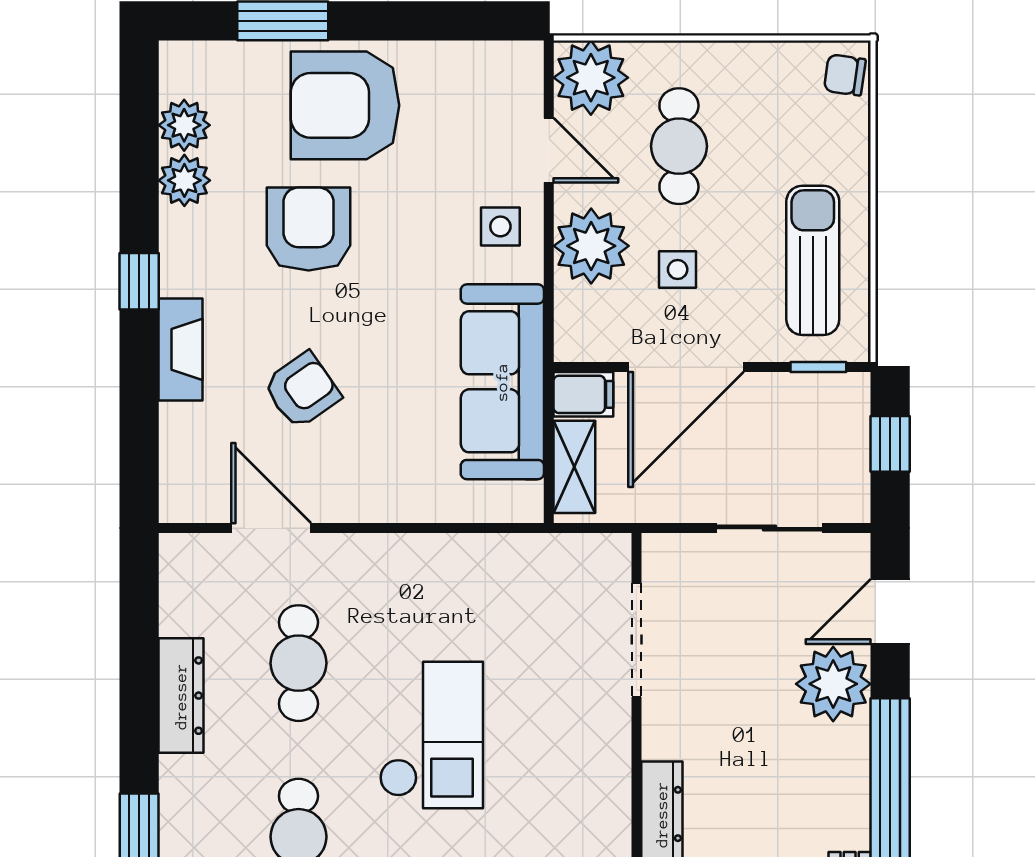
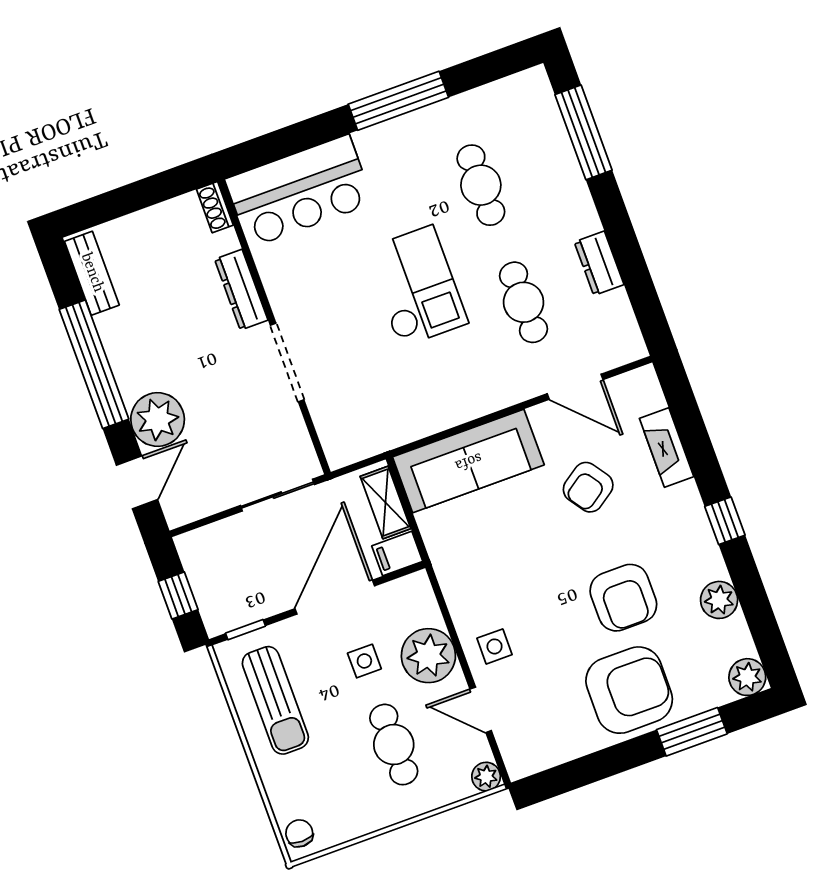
chair: (845, 75) -> (299, 833), turned -98
plant: (591, 78) -> (486, 777), width x0.53, depth x0.53
plant: (184, 125) -> (747, 677), moved
fireplace: (180, 349) -> (667, 448), moved
sofa: (502, 382) -> (468, 461), moved, turned 90
sliding door: (769, 528) -> (277, 495), moved
doorway: (636, 640) -> (287, 362), moved
dresser: (181, 696) -> (599, 263), width x0.70
checkout: (431, 735) -> (416, 286), turned 180

